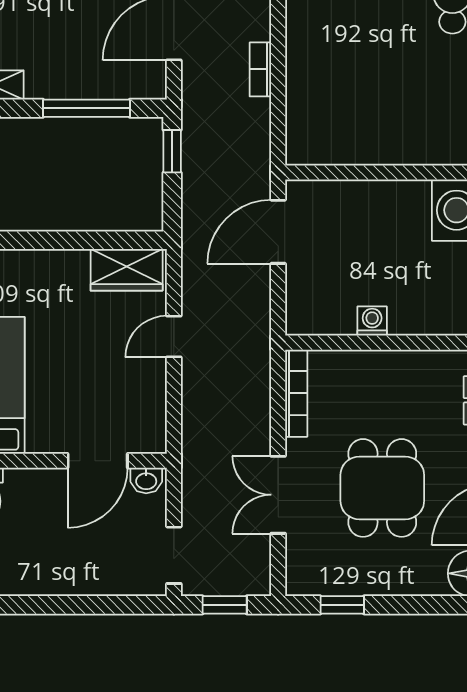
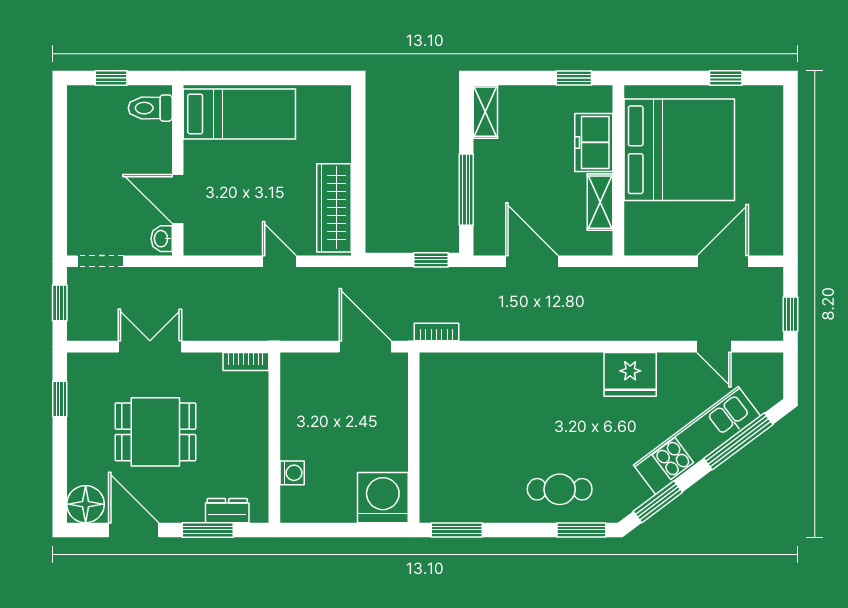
bookcase: (260, 69) -> (437, 332), moved
wardrobe: (127, 270) -> (334, 208), width x1.50
washing machine: (372, 321) -> (292, 473), moved
bookcase: (296, 393) -> (246, 361), width x0.64

